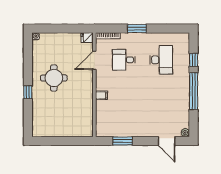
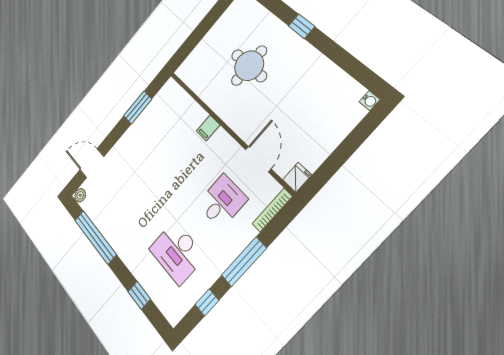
window: (137, 29) -> (244, 262), width x1.44
window: (166, 29) -> (207, 302), added
round table: (54, 78) -> (249, 66), moved
window: (194, 91) -> (95, 237), moved

